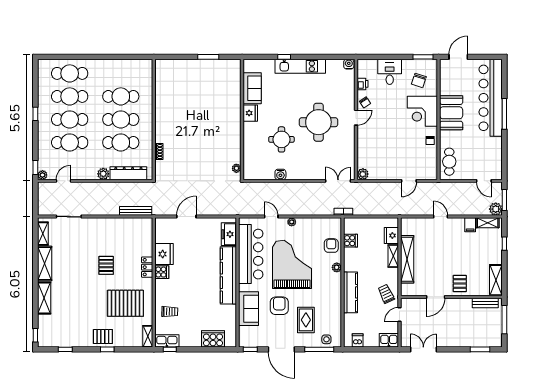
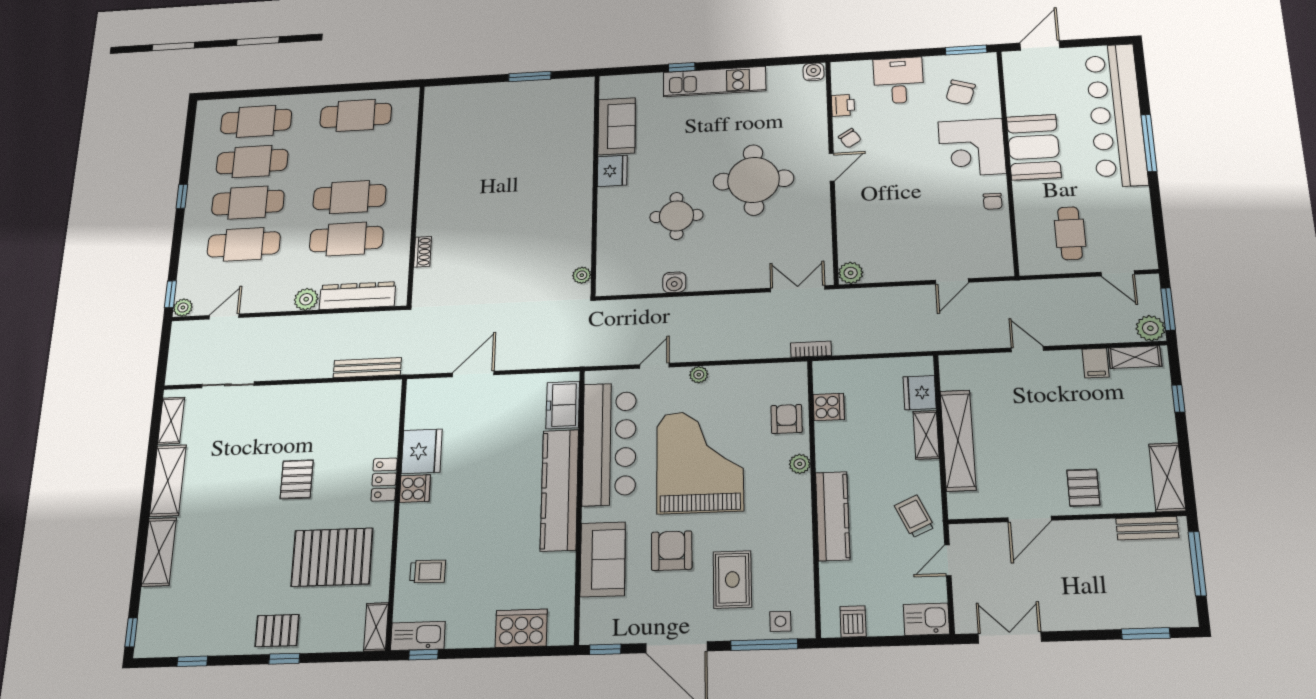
cafe table: (121, 96) -> (356, 115), moved
cafe table: (449, 162) -> (1070, 233), moved
door: (271, 217) -> (654, 366), hinge flipped

